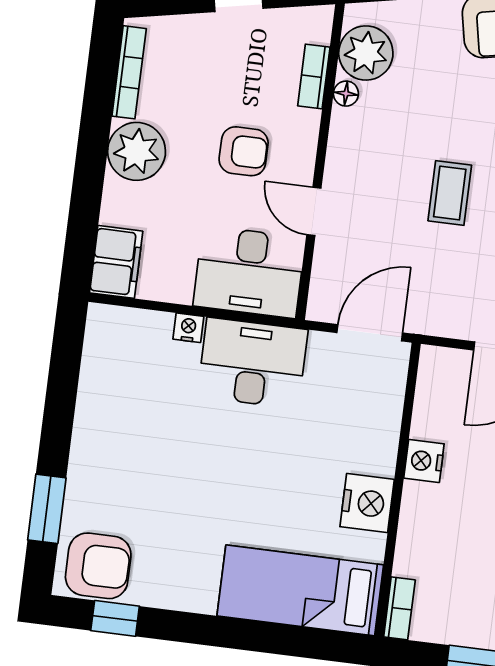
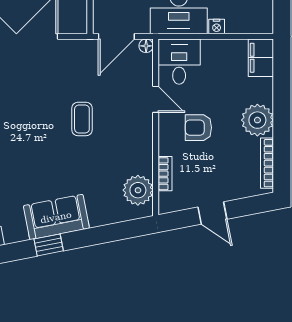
floor lamp: (346, 94) -> (146, 46), moved
desk: (249, 272) -> (179, 62), width x0.73

